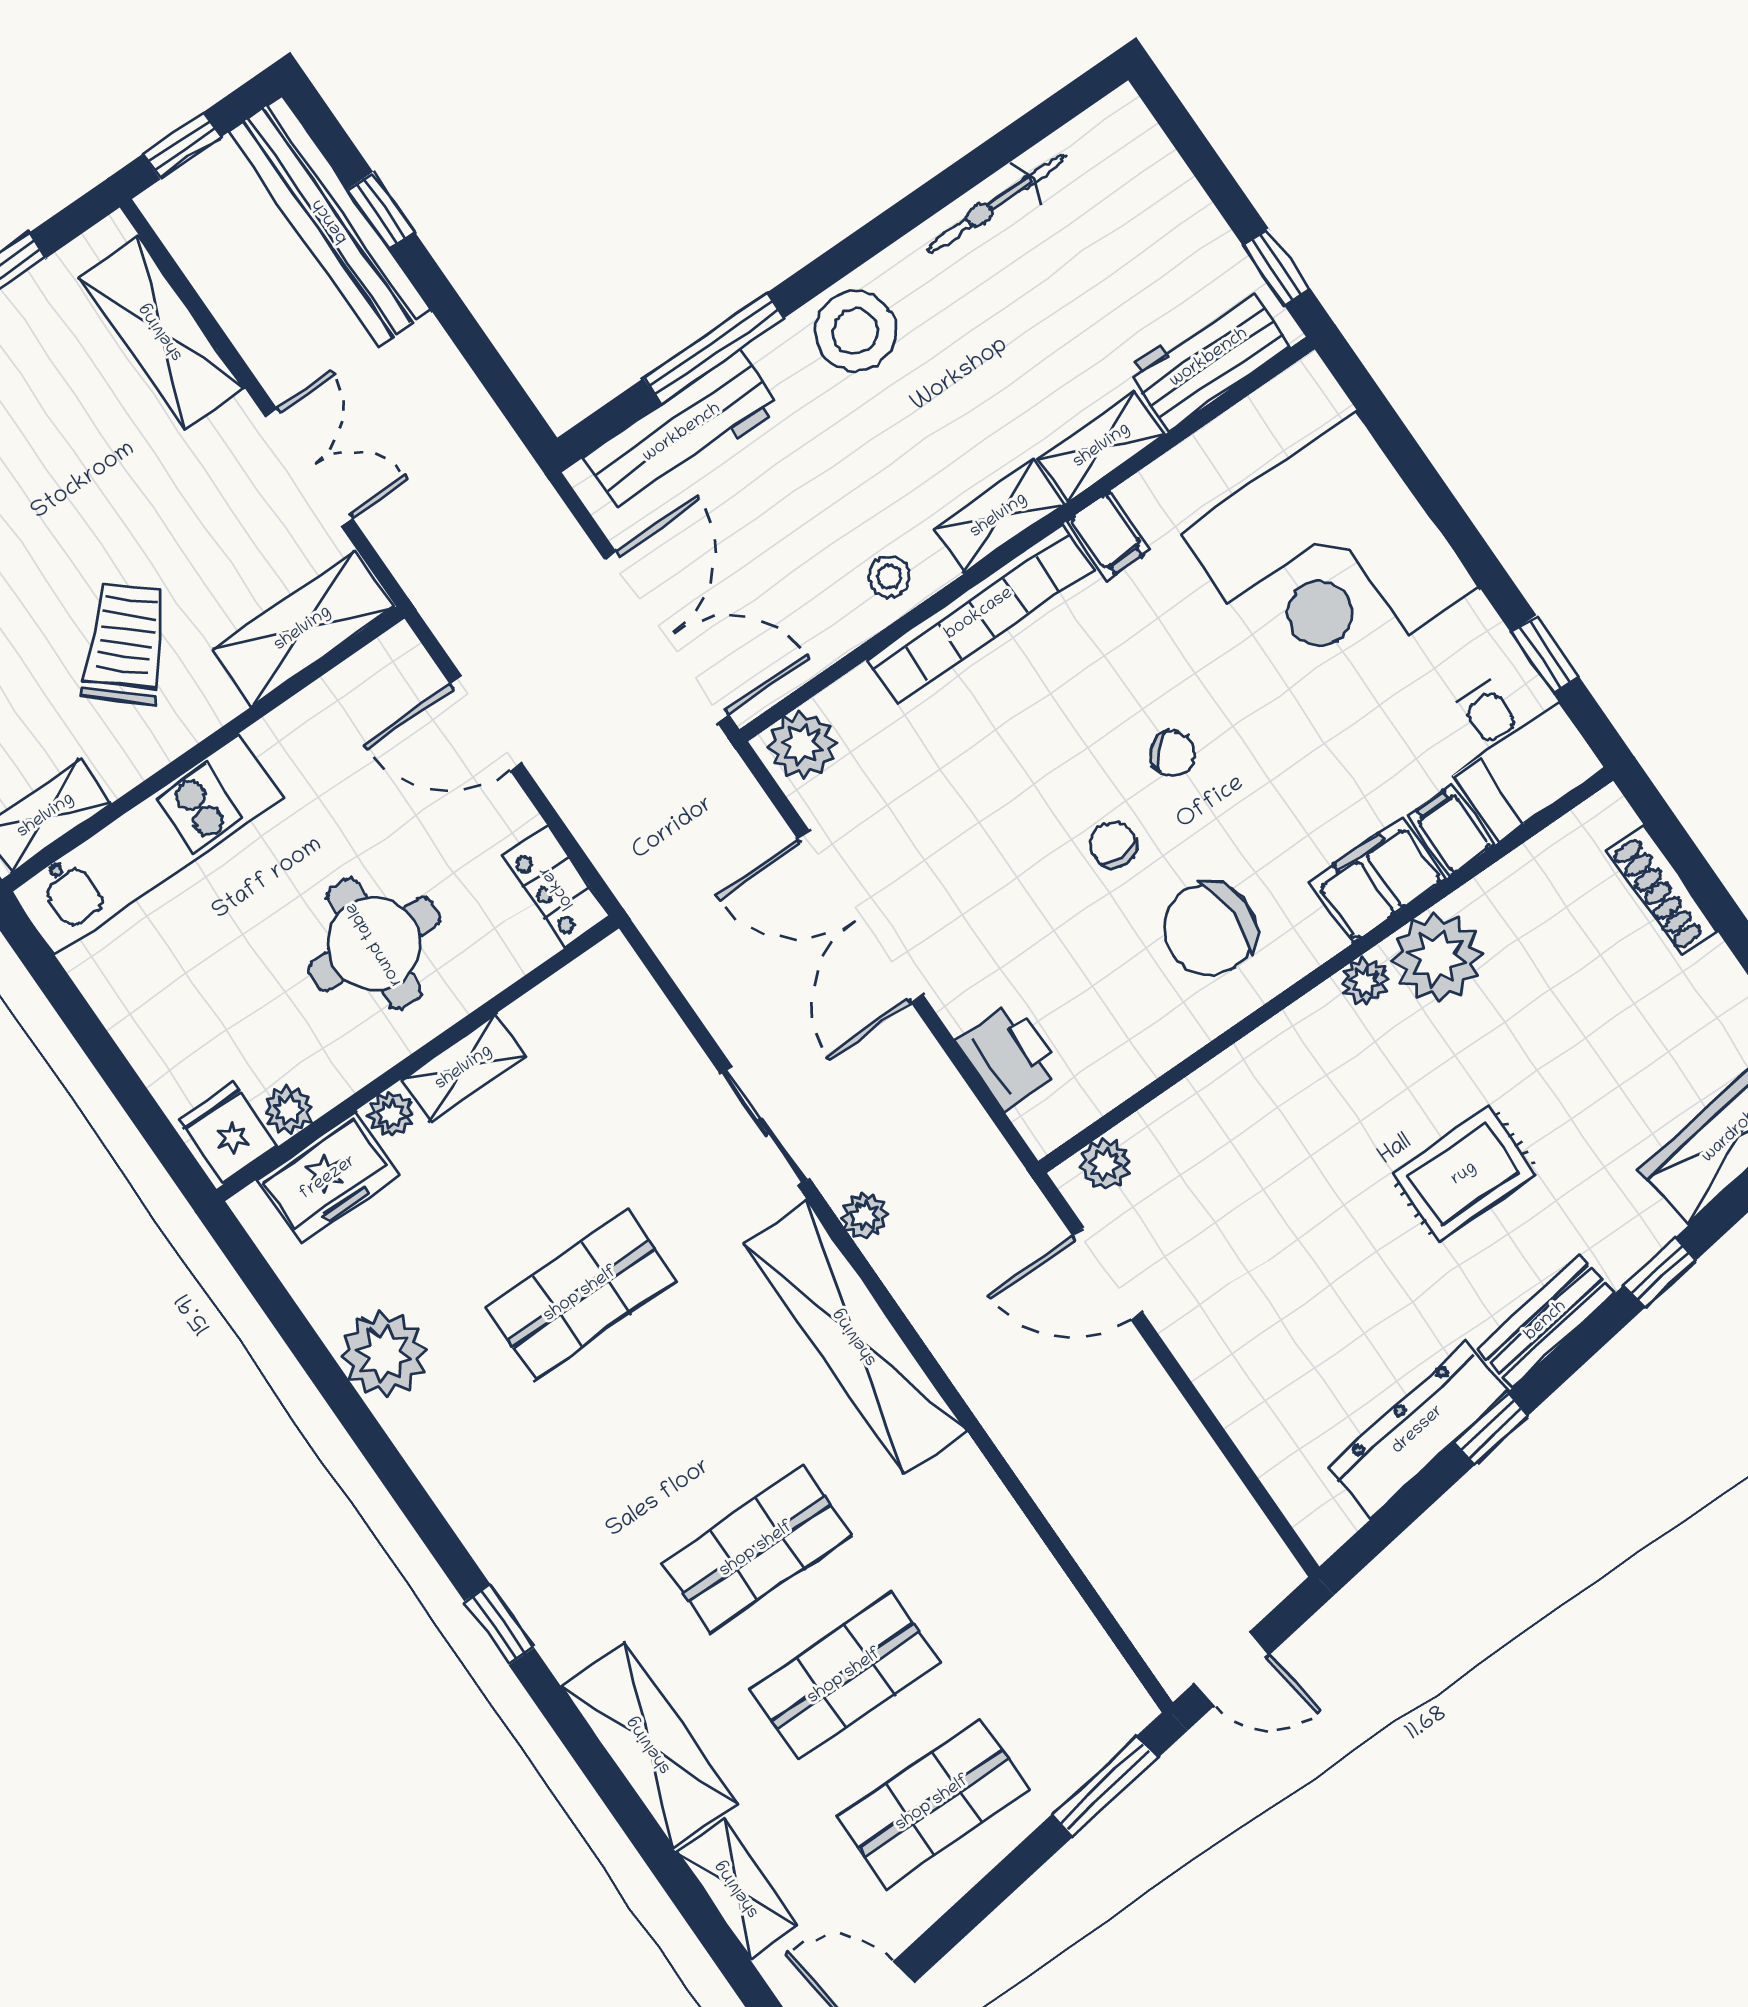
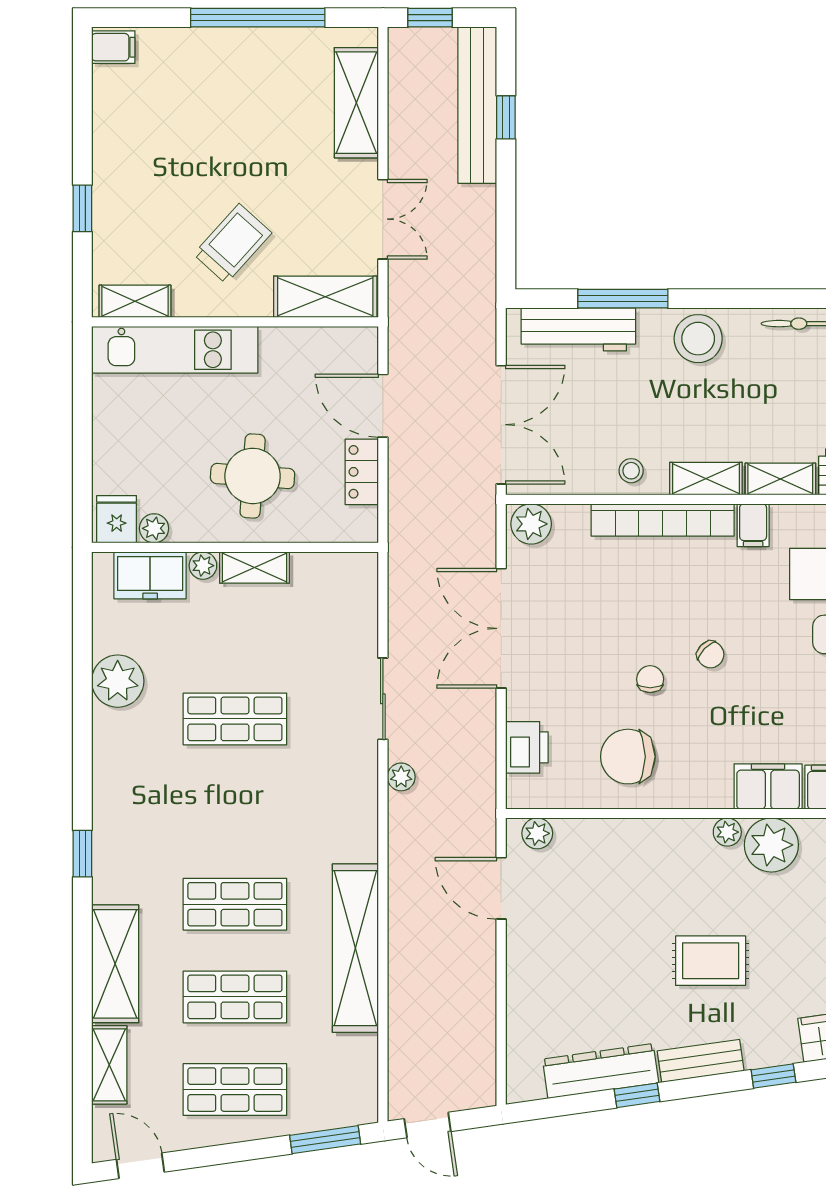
locker: (557, 887) -> (362, 472), moved
chair: (1210, 929) -> (628, 757), moved
shelving: (855, 1337) -> (355, 948), moved

